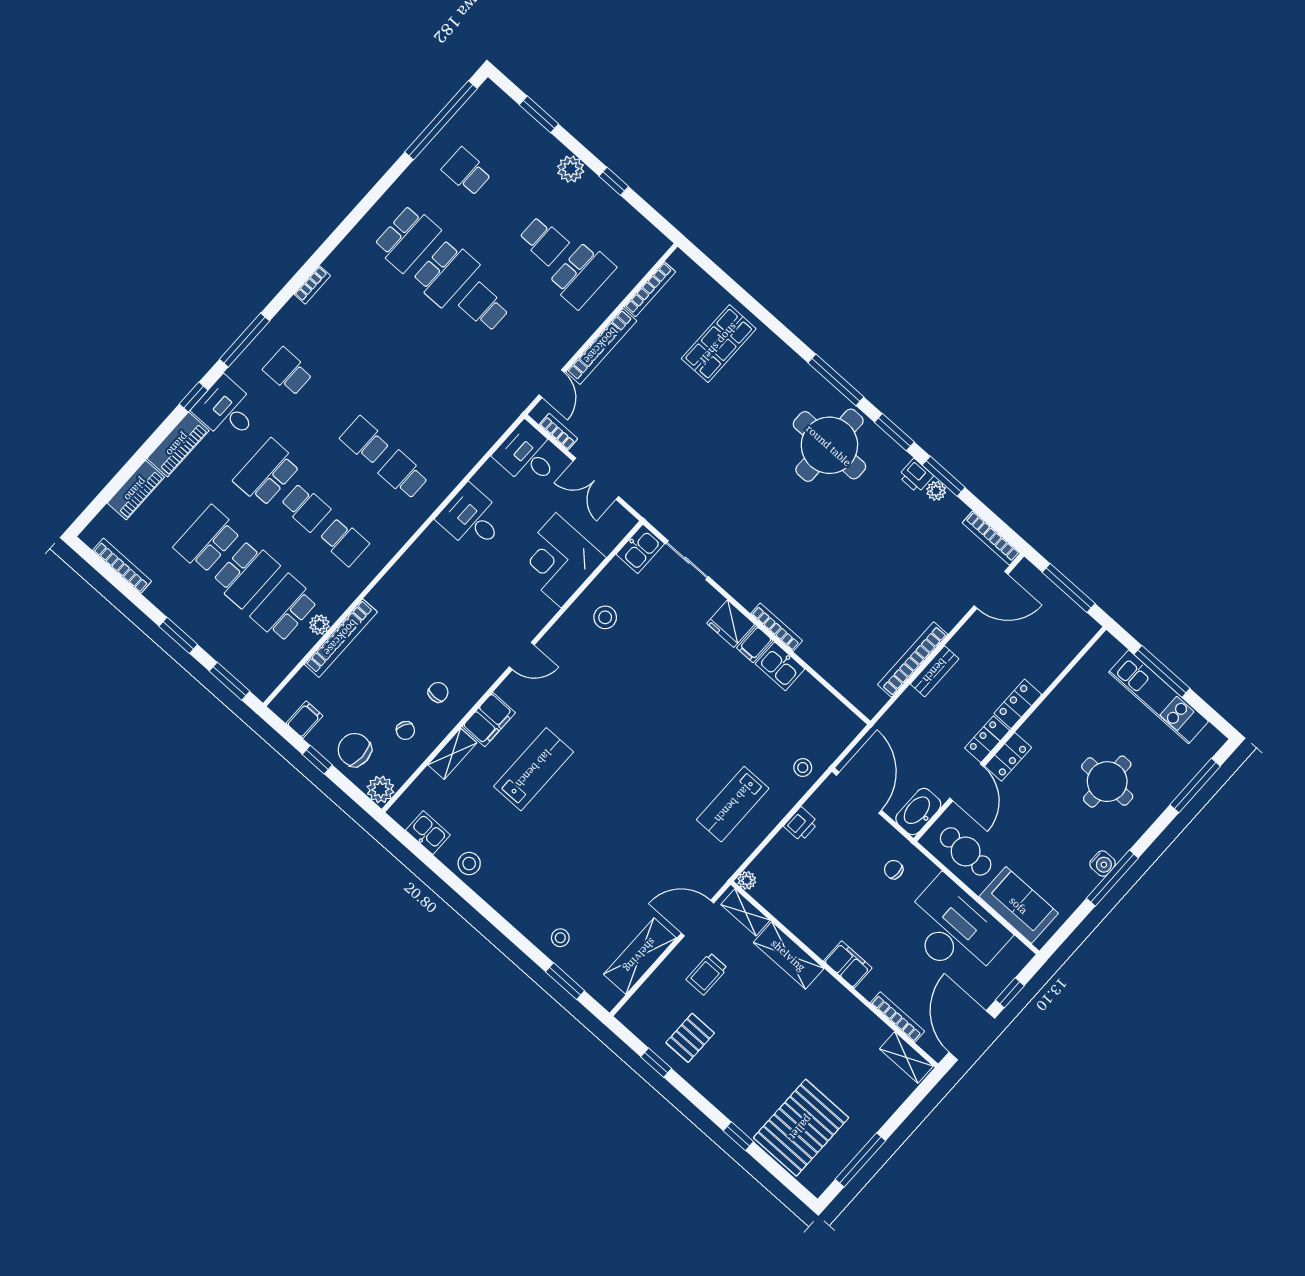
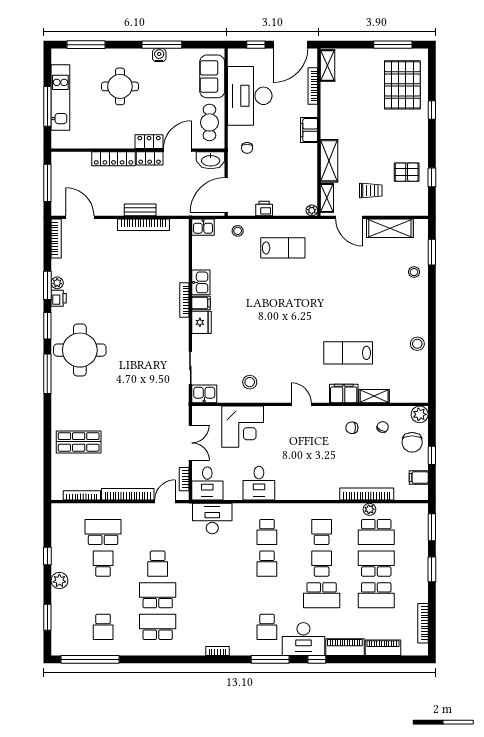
desk: (227, 410) -> (303, 639), width x1.37
desk: (480, 423) -> (212, 519), added
locker: (1018, 704) -> (114, 159), width x1.53
kitchen sink: (428, 833) -> (203, 227), moved, turned -90
pallet: (801, 1128) -> (402, 85), turned 90

